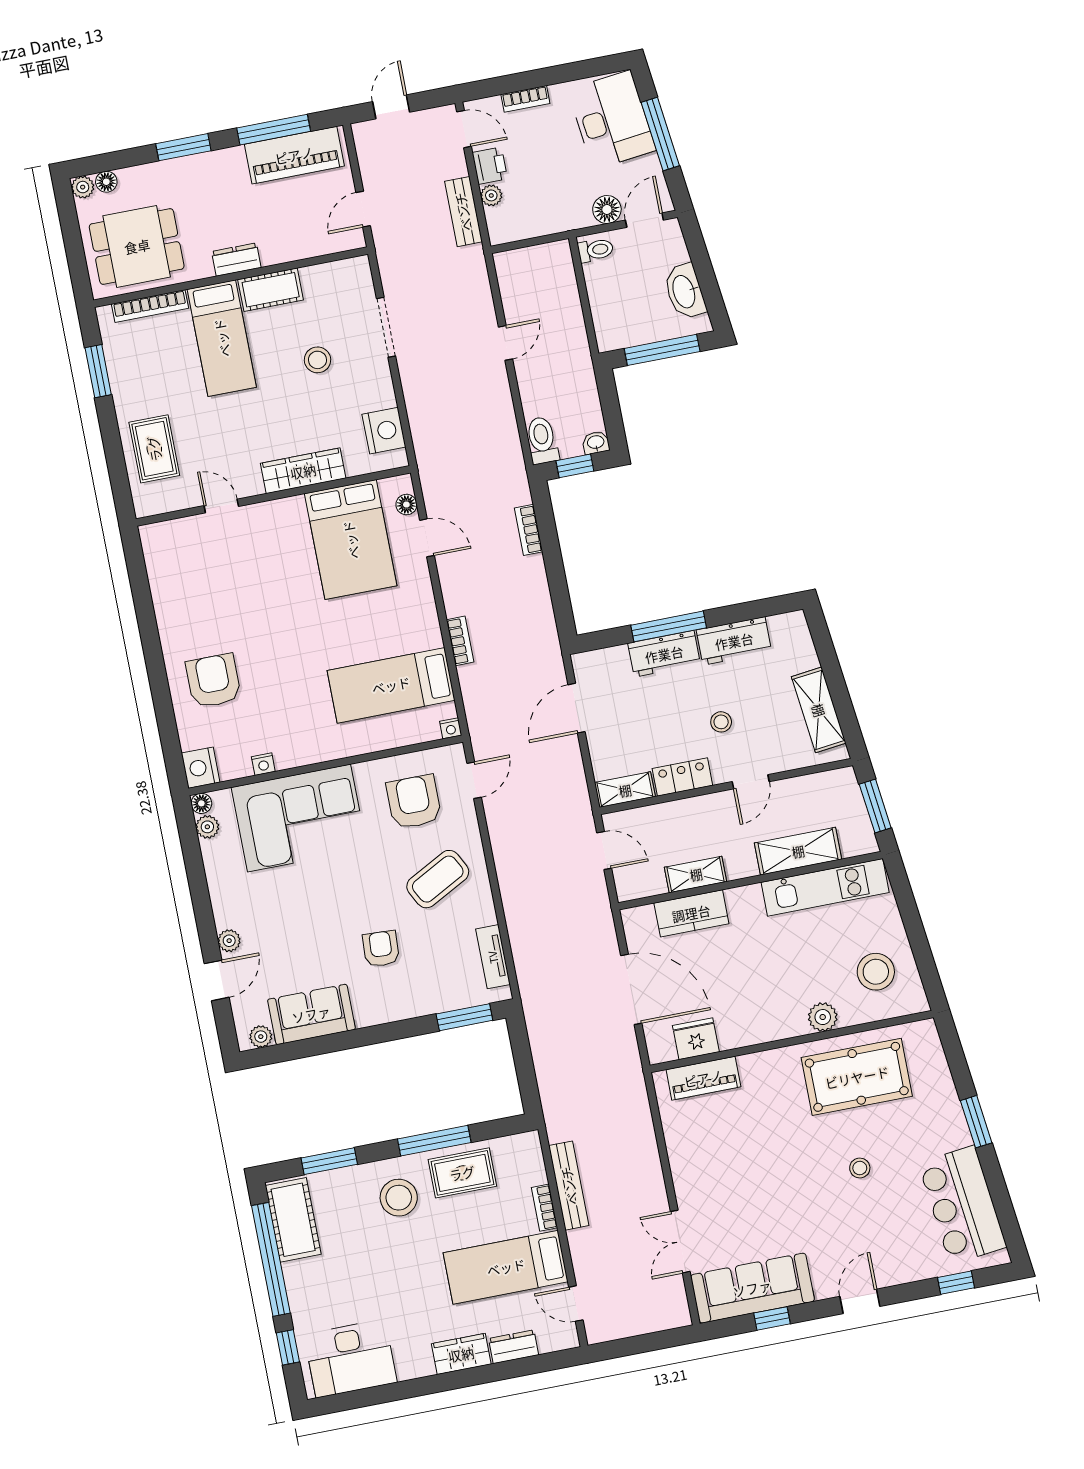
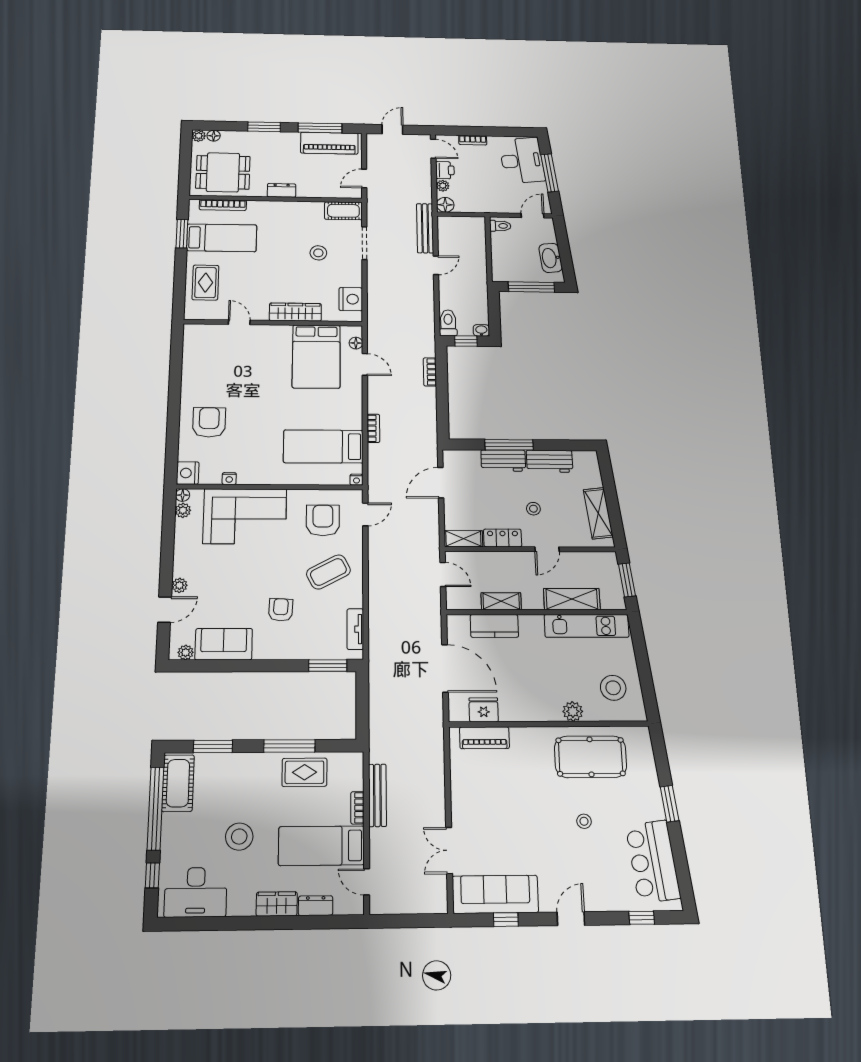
floor lamp: (607, 209) -> (445, 205), moved
bench: (463, 212) -> (425, 228), moved, width x1.36
cot: (271, 290) -> (343, 211), moved
bed: (222, 338) -> (222, 238), moved, turned -90
stool: (399, 1198) -> (239, 837), moved

